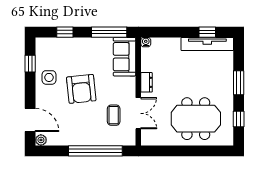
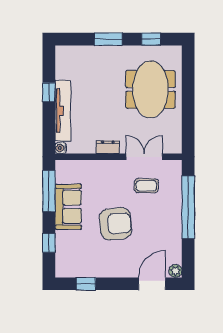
window: (207, 32) -> (49, 92), moved
tv unit: (207, 44) -> (63, 111), moved
sofa: (124, 57) -> (68, 207), moved, turned -90
side table: (49, 77) -> (102, 262), removed

